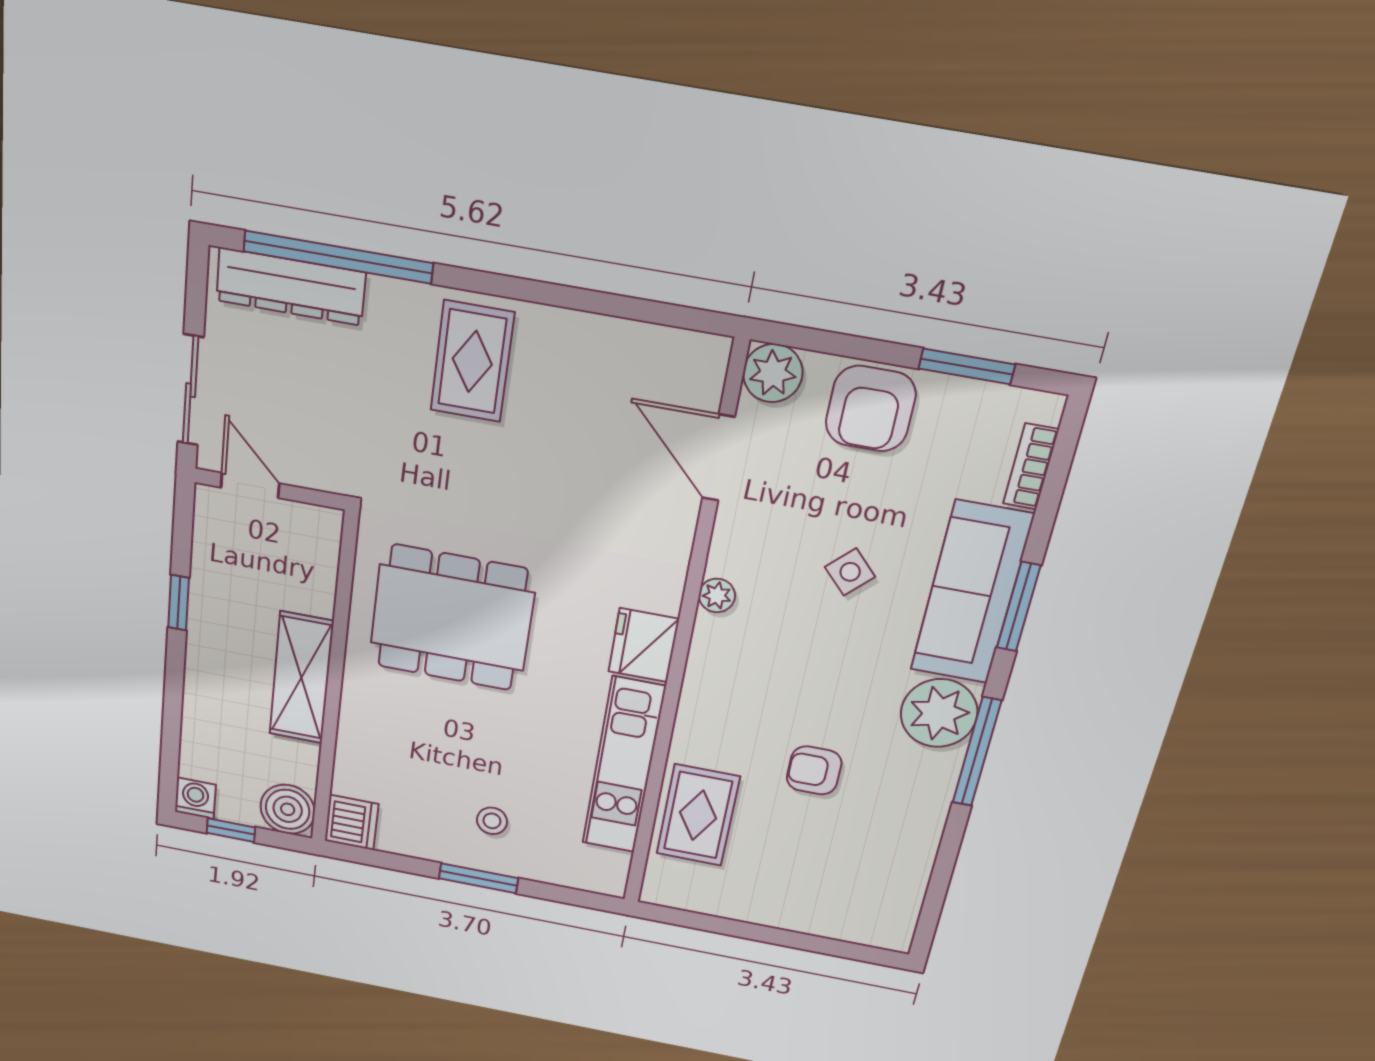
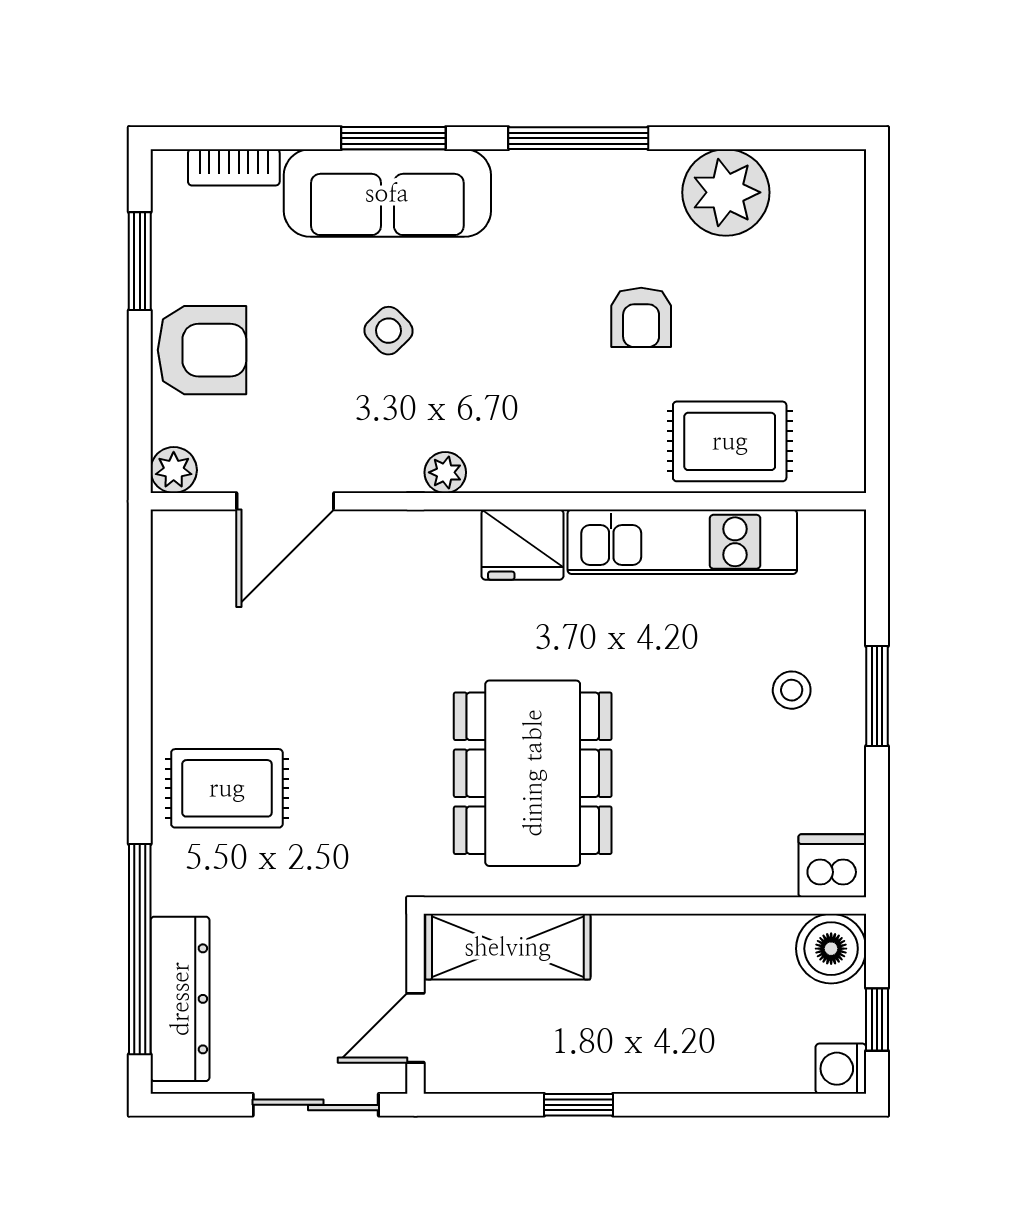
plant: (773, 373) -> (174, 470), width x0.73, depth x0.73
shelving: (301, 678) -> (508, 947), moved
plant: (939, 713) -> (726, 192), moved

